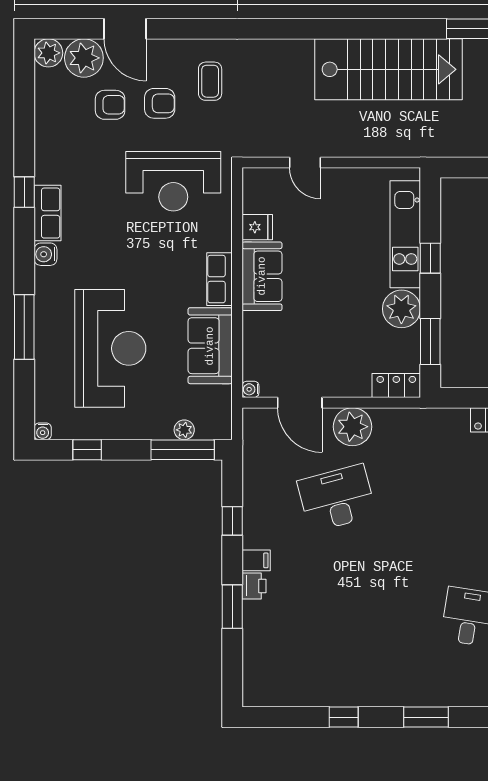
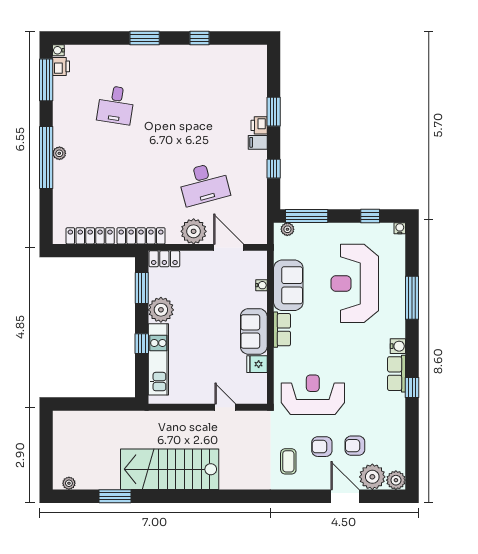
water cooler: (250, 389) -> (261, 285), moved
locker: (431, 420) -> (141, 236), added
plant: (184, 430) -> (287, 229), moved

